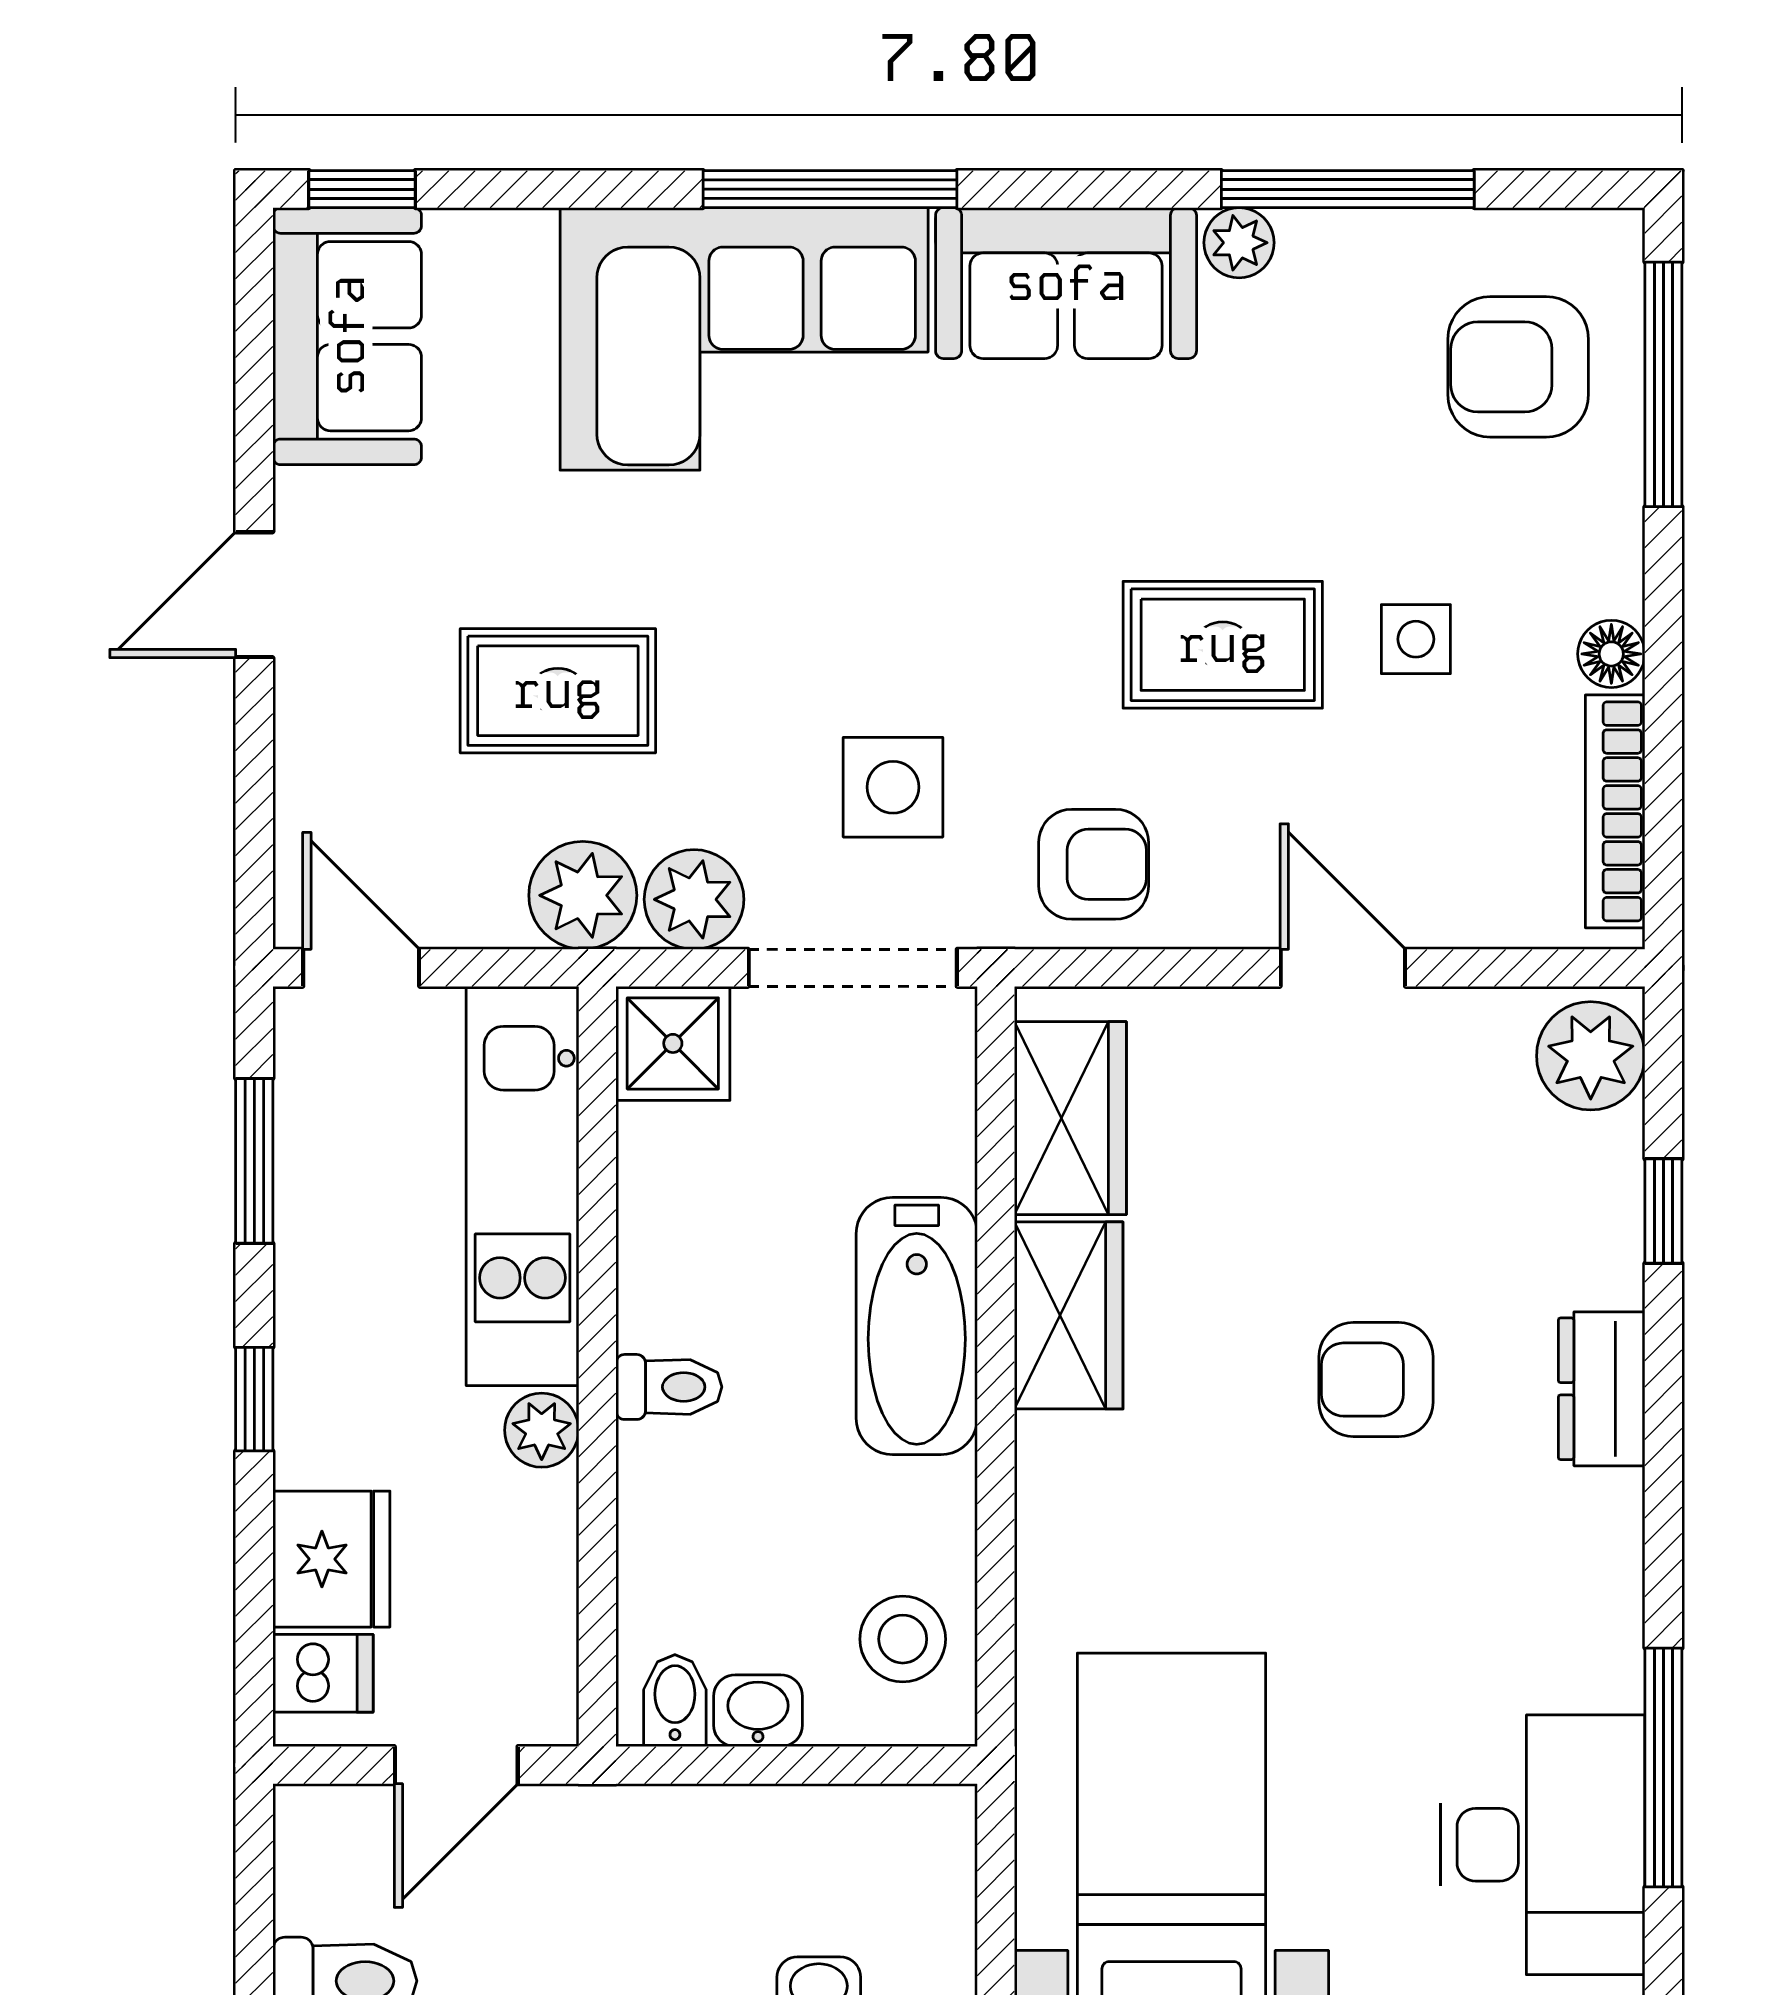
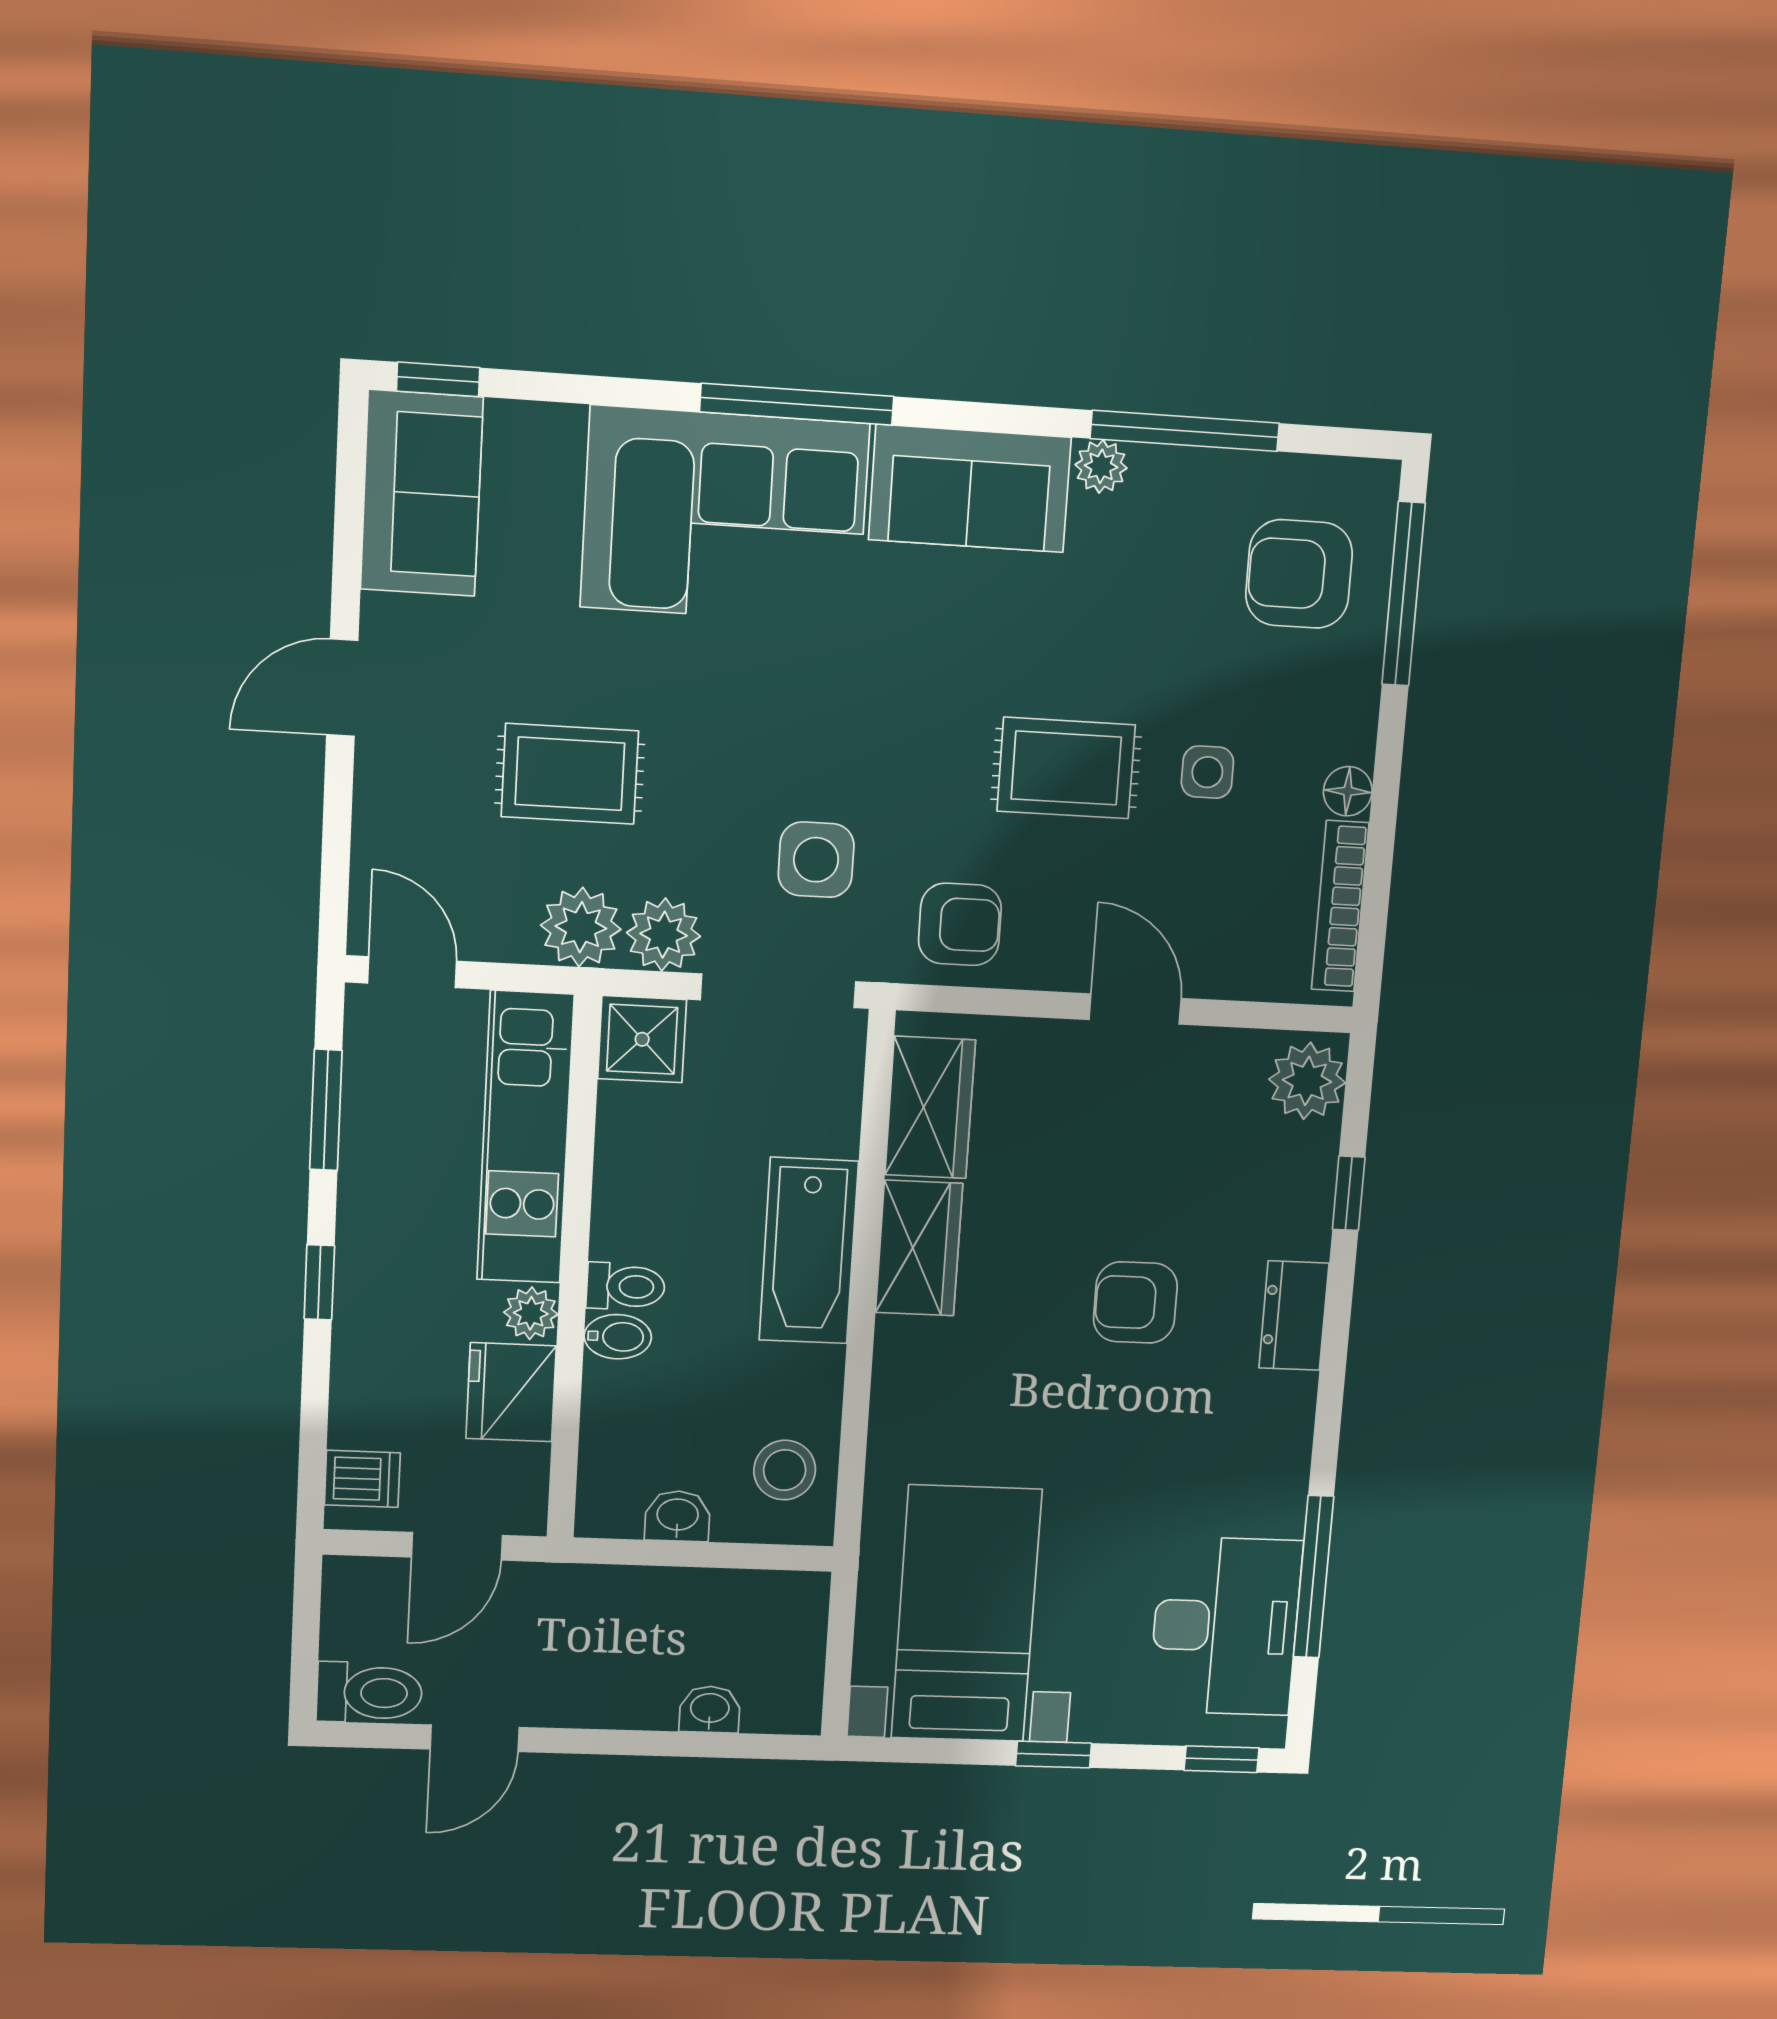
fridge: (331, 1559) -> (511, 1392), moved, turned 180
bidet: (675, 1701) -> (618, 1337), moved, turned 90

